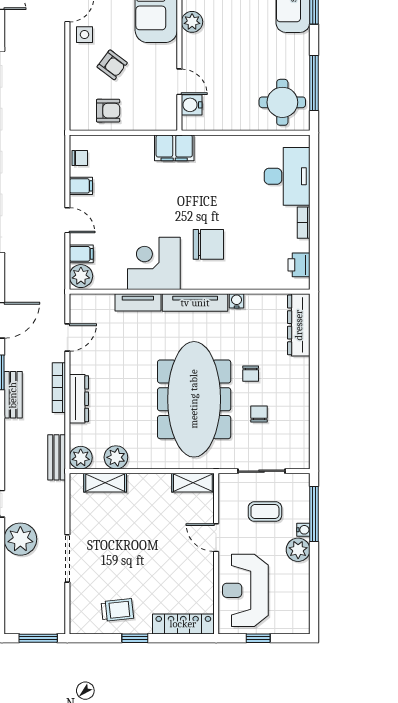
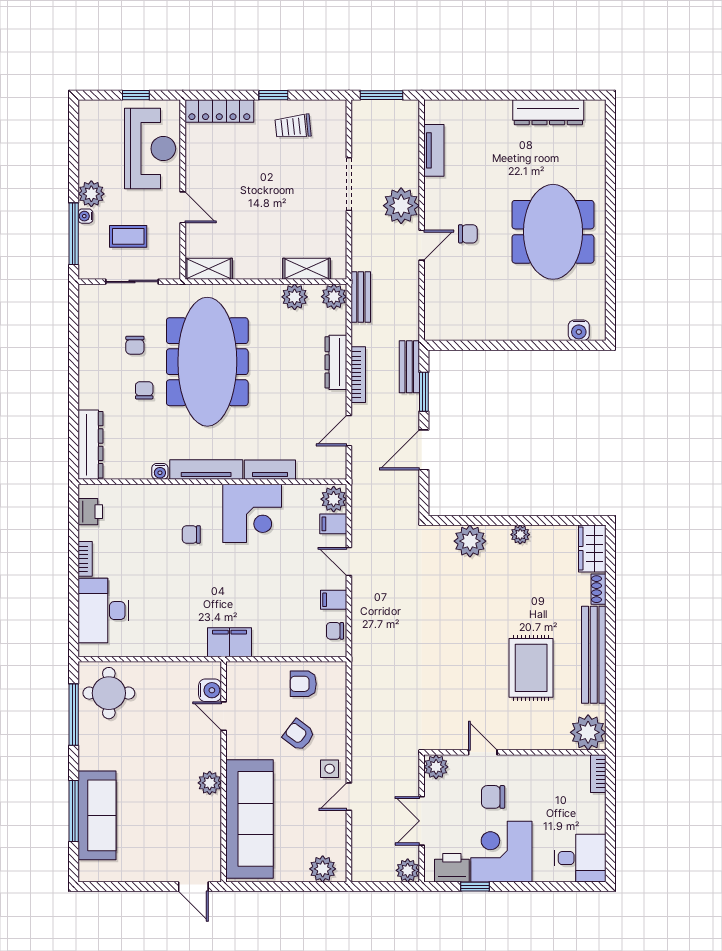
chair: (208, 244) -> (191, 534), width x0.54, depth x0.54

